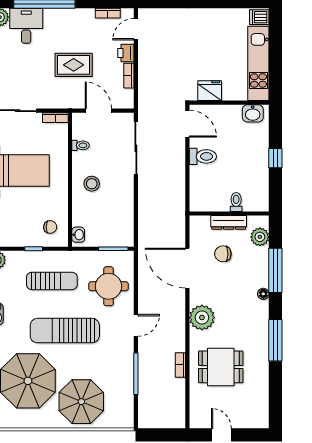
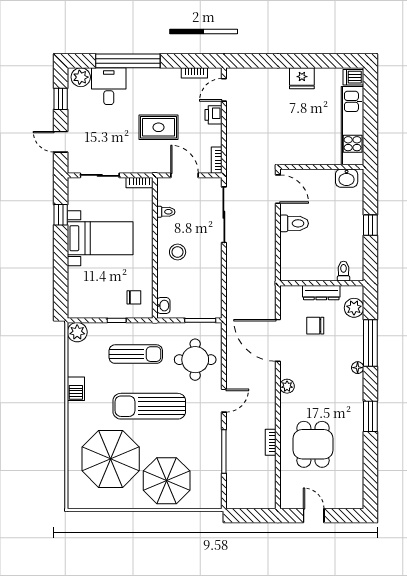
bookcase: (129, 76) -> (217, 160), moved
fridge: (210, 91) -> (302, 78), moved, turned 180
toilet: (236, 202) -> (344, 271), moved
plant: (202, 318) -> (287, 386), width x0.53, depth x0.53
window: (275, 340) -> (370, 416), width x0.69
dining table: (221, 367) -> (313, 444), turned 90

